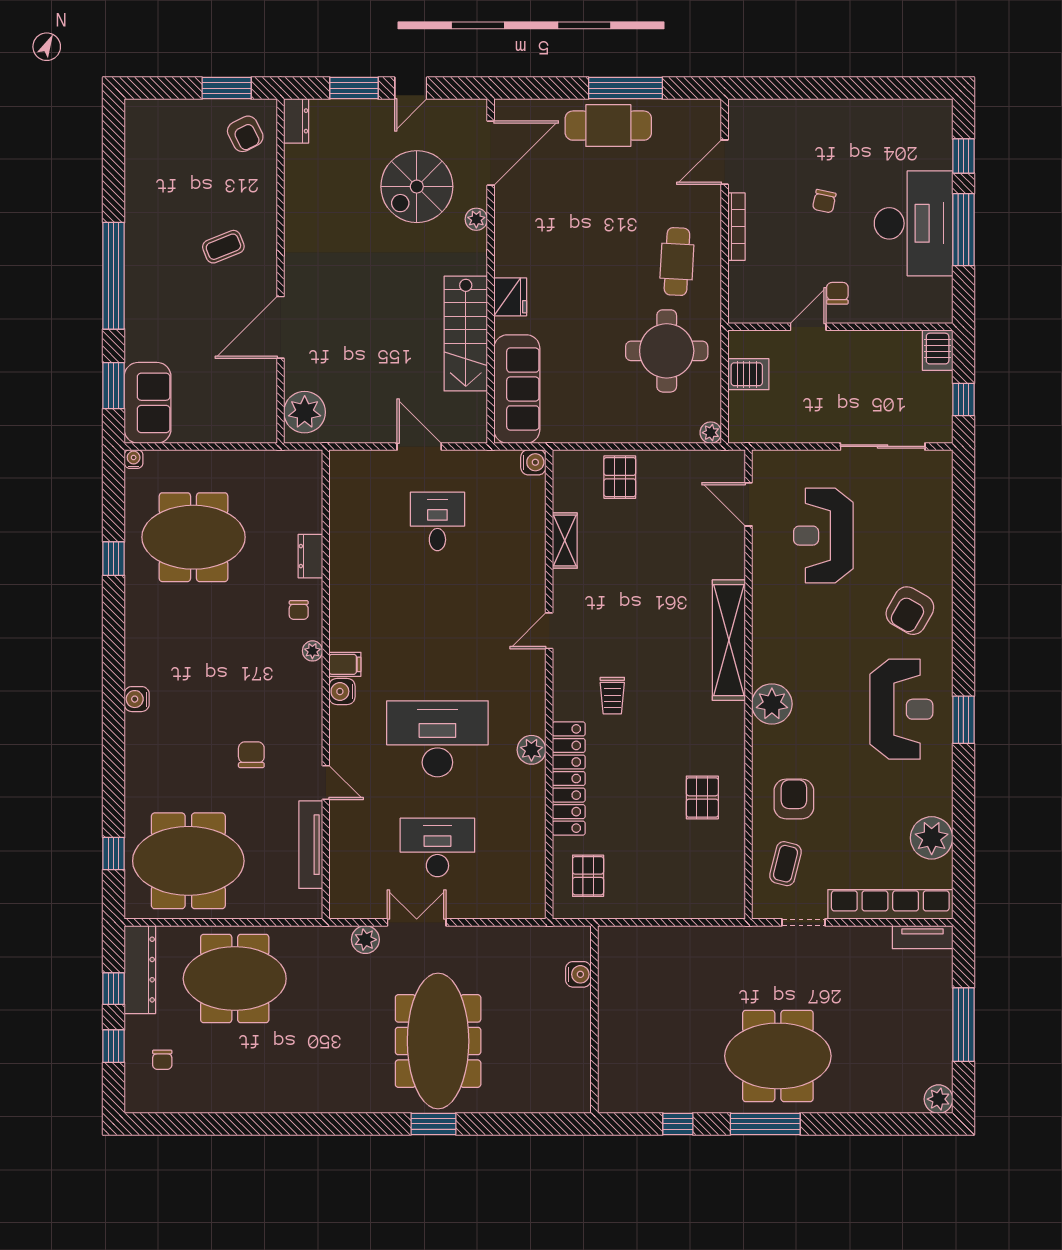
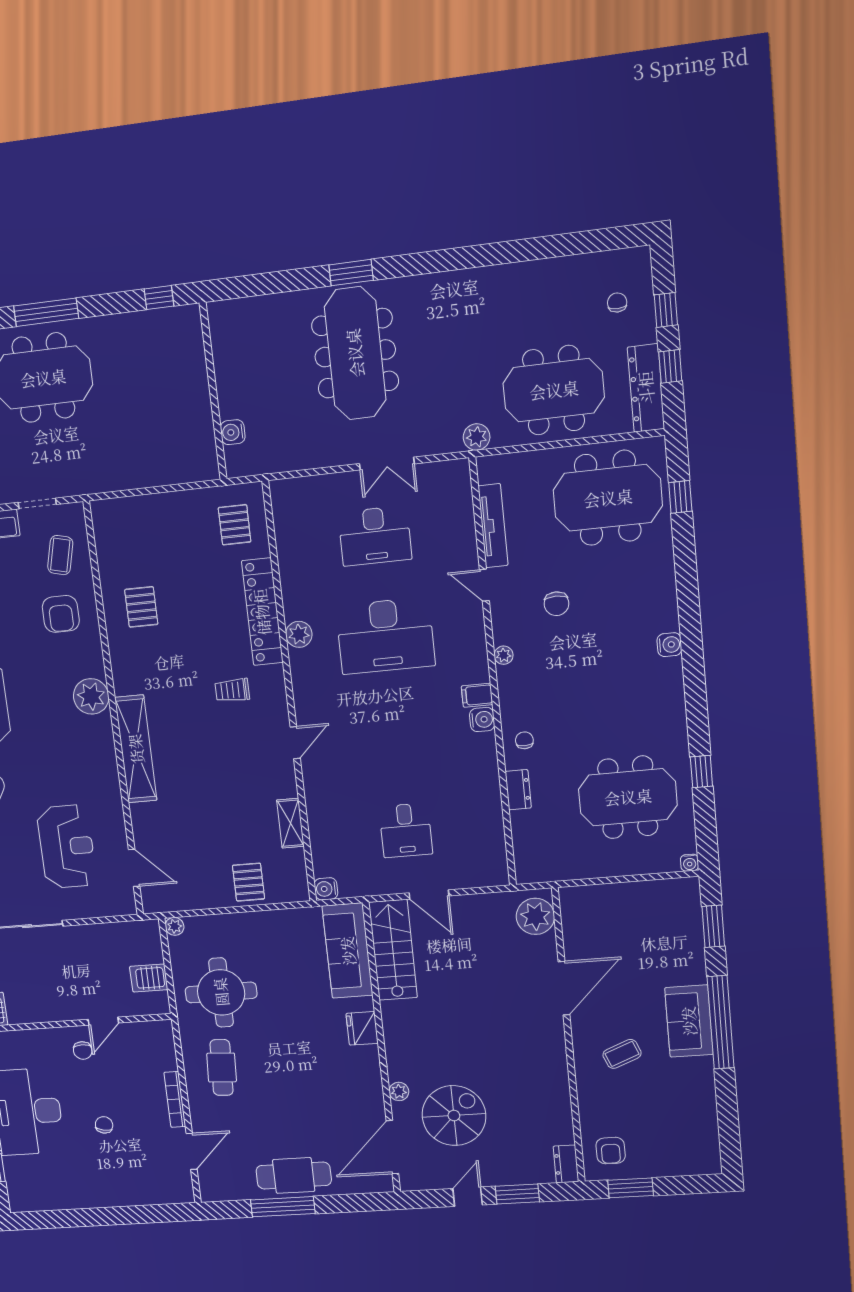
armchair: (245, 134) -> (611, 1151), turned -153
stairs: (466, 334) -> (393, 950), moved
sofa: (148, 403) -> (689, 1021), moved
plant: (312, 651) -> (504, 655), moved
water cooler: (342, 691) -> (482, 720), moved
trolley: (612, 696) -> (232, 690), turned -90
plant: (365, 940) -> (477, 437), moved
window: (678, 1124) -> (159, 298), moved

